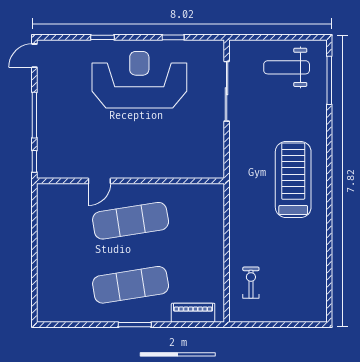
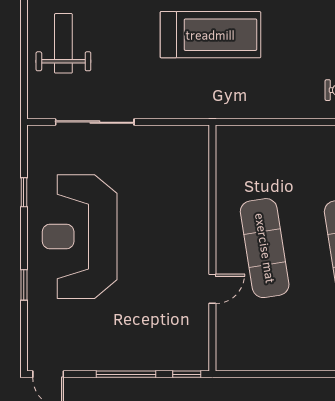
weight bench: (287, 67) -> (63, 43), turned 180
treadmill: (293, 179) -> (210, 35), turned 180
door: (99, 181) -> (212, 289), hinge flipped

